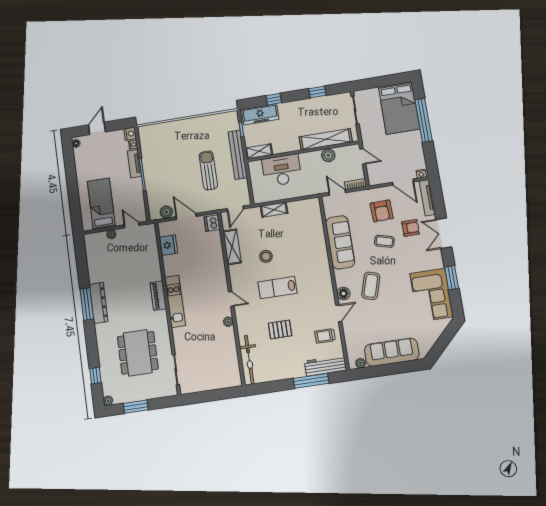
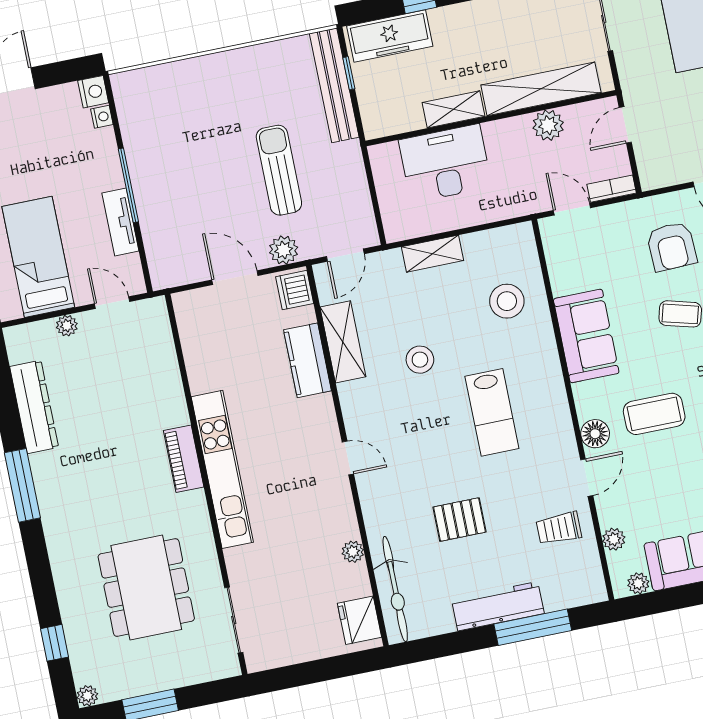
shelving: (259, 151) -> (454, 109), moved
bench: (238, 155) -> (334, 85), moved
door: (363, 156) -> (625, 125), swing flipped
tv unit: (134, 164) -> (120, 222), moved
plant: (166, 212) -> (284, 250), moved
stool: (306, 232) -> (507, 301), added
sofa: (340, 242) -> (586, 336), width x0.73
fridge: (168, 245) -> (359, 620), moved, turned 180
kitchen counter: (216, 254) -> (307, 360), added
coffee table: (371, 286) -> (654, 414), turned 73
lab bench: (277, 288) -> (492, 412), moved, turned -90
kitchen unit: (175, 301) -> (222, 469), width x1.36
dresser: (99, 303) -> (34, 407), moved
plant: (228, 322) -> (353, 552), moved
plant: (350, 342) -> (614, 539), added
workbench: (325, 366) -> (498, 606), moved

